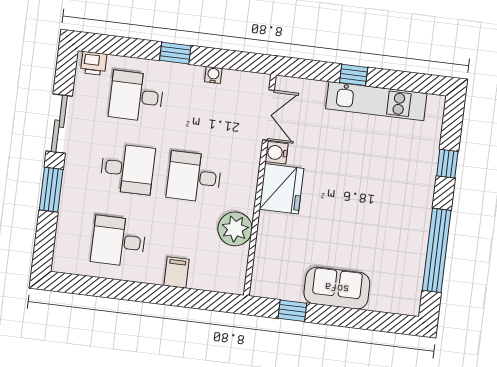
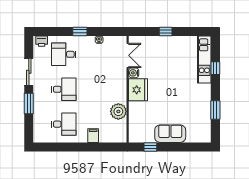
kitchen unit: (376, 101) -> (204, 59), moved, turned 90
desk: (194, 177) -> (96, 89), removed
desk: (118, 241) -> (64, 124), turned 180
window: (437, 250) -> (215, 110), width x0.47

